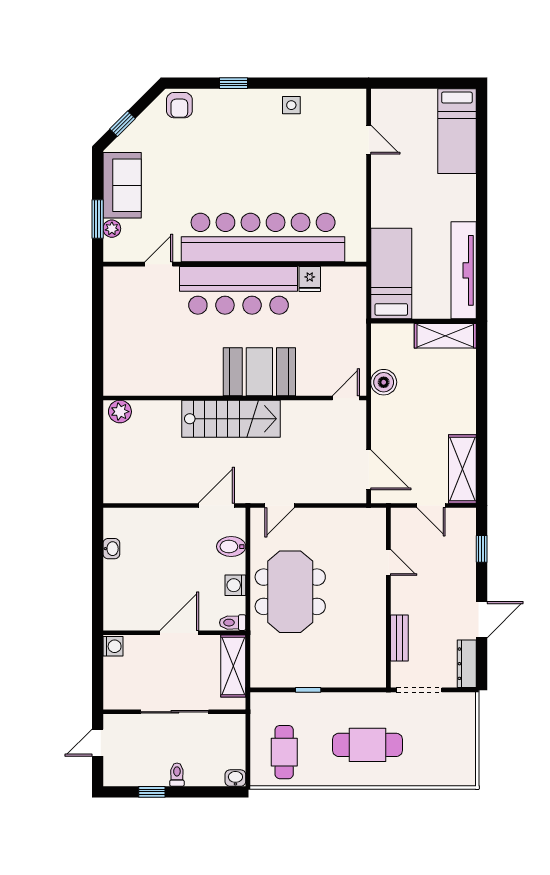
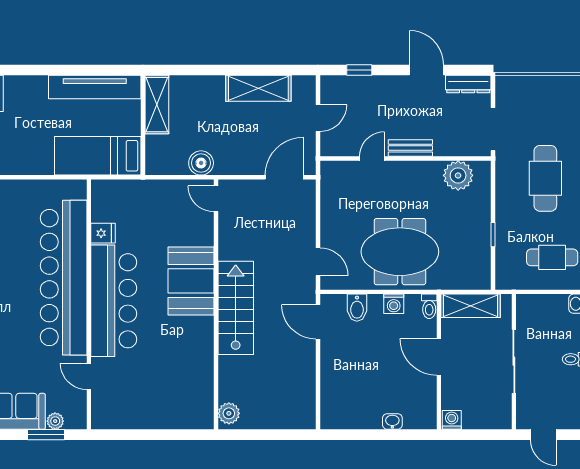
shelving: (462, 469) -> (258, 88), moved
washbasin: (111, 549) -> (392, 421), moved
bench: (399, 638) -> (410, 148), moved
plant: (370, 653) -> (458, 175), added

